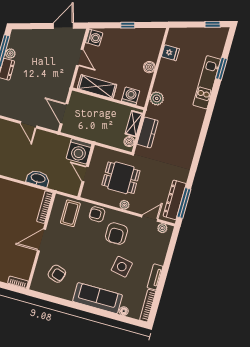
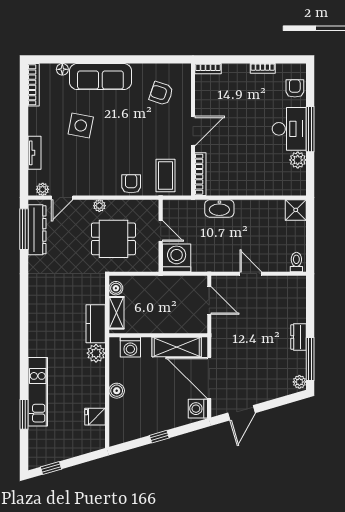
plant: (10, 53) -> (299, 382), moved
door: (80, 57) -> (209, 378), width x1.87
kitchen counter: (148, 132) -> (96, 324), moved
armchair: (97, 214) -> (131, 184), turned -90
armchair: (116, 234) -> (99, 166), removed
tv unit: (155, 277) -> (34, 153), moved

